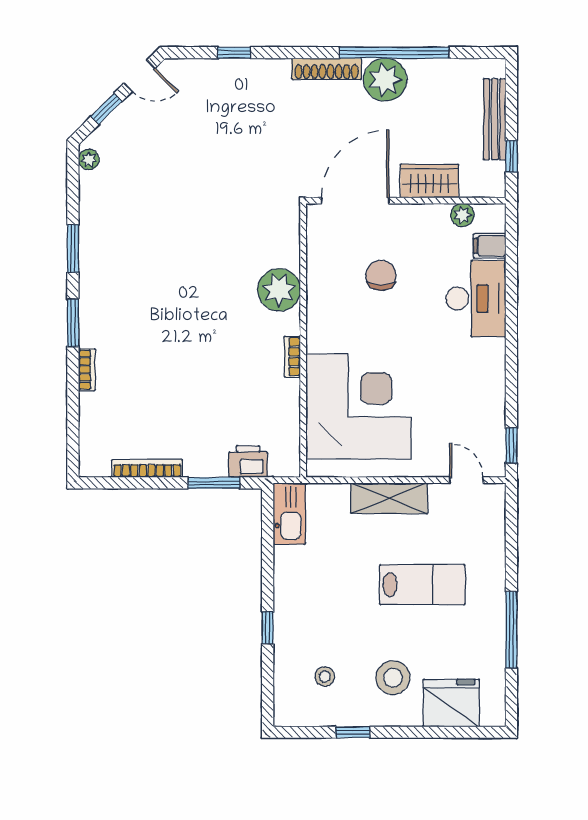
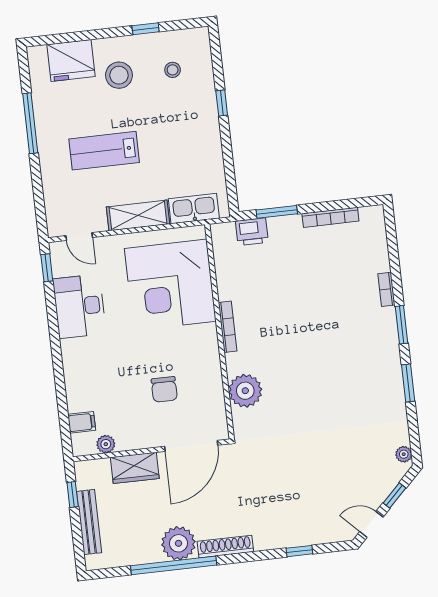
plant: (279, 290) -> (245, 391), moved
desk: (476, 299) -> (79, 306), moved
bookcase: (292, 357) -> (228, 327), width x1.56
kitchen sink: (289, 513) -> (194, 208), moved, turned 90

